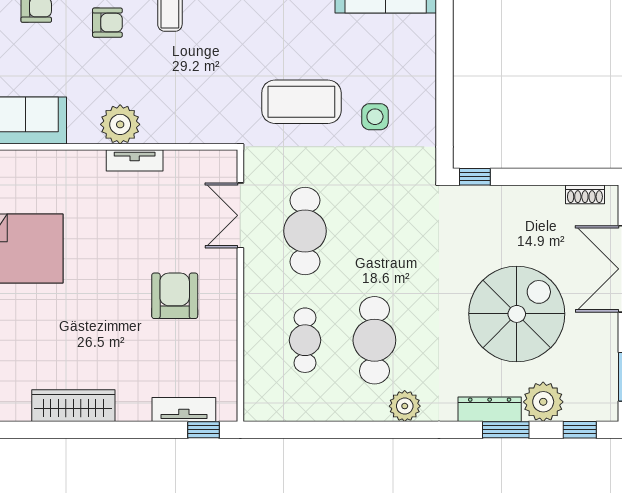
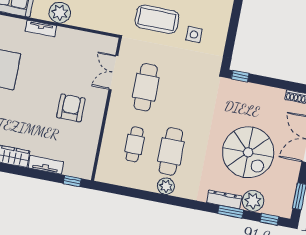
tv unit: (135, 160) -> (41, 28), moved
spiral stairs: (517, 314) -> (248, 152), turned 90
plant: (405, 406) -> (166, 186), moved
tv unit: (184, 410) -> (46, 165), moved

